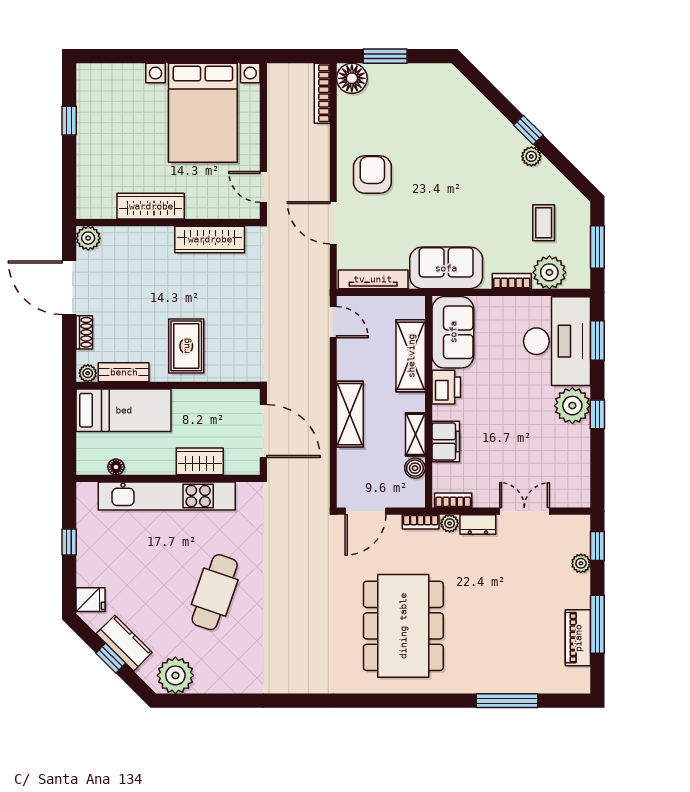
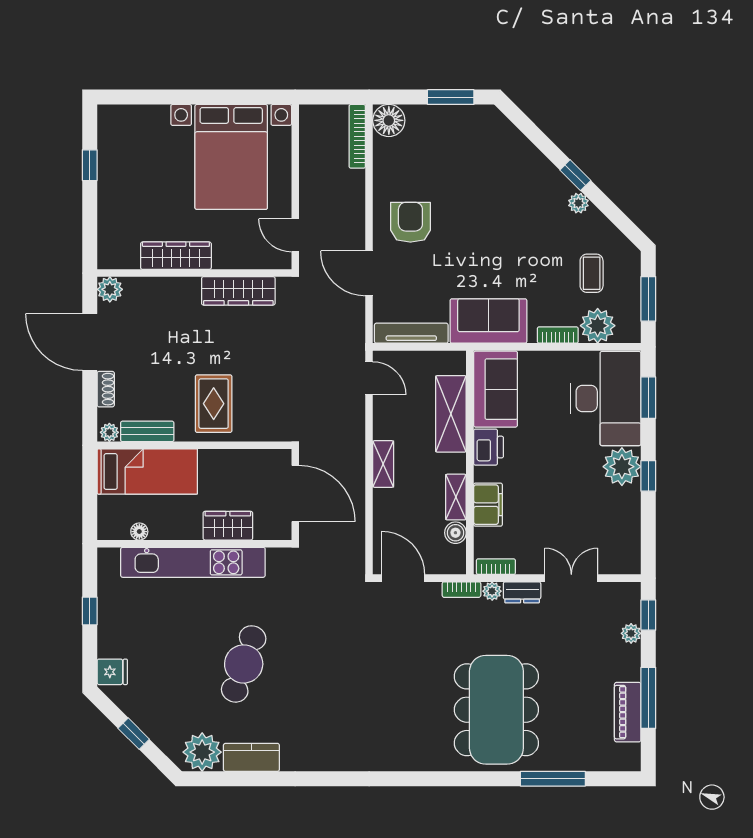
window: (385, 56) -> (451, 97), moved
shelving: (350, 414) -> (383, 464), width x0.67, depth x0.75
door: (365, 511) -> (403, 578), swing flipped
dining table: (403, 626) -> (496, 710), moved
kitchen counter: (124, 643) -> (251, 757), moved, turned -45

